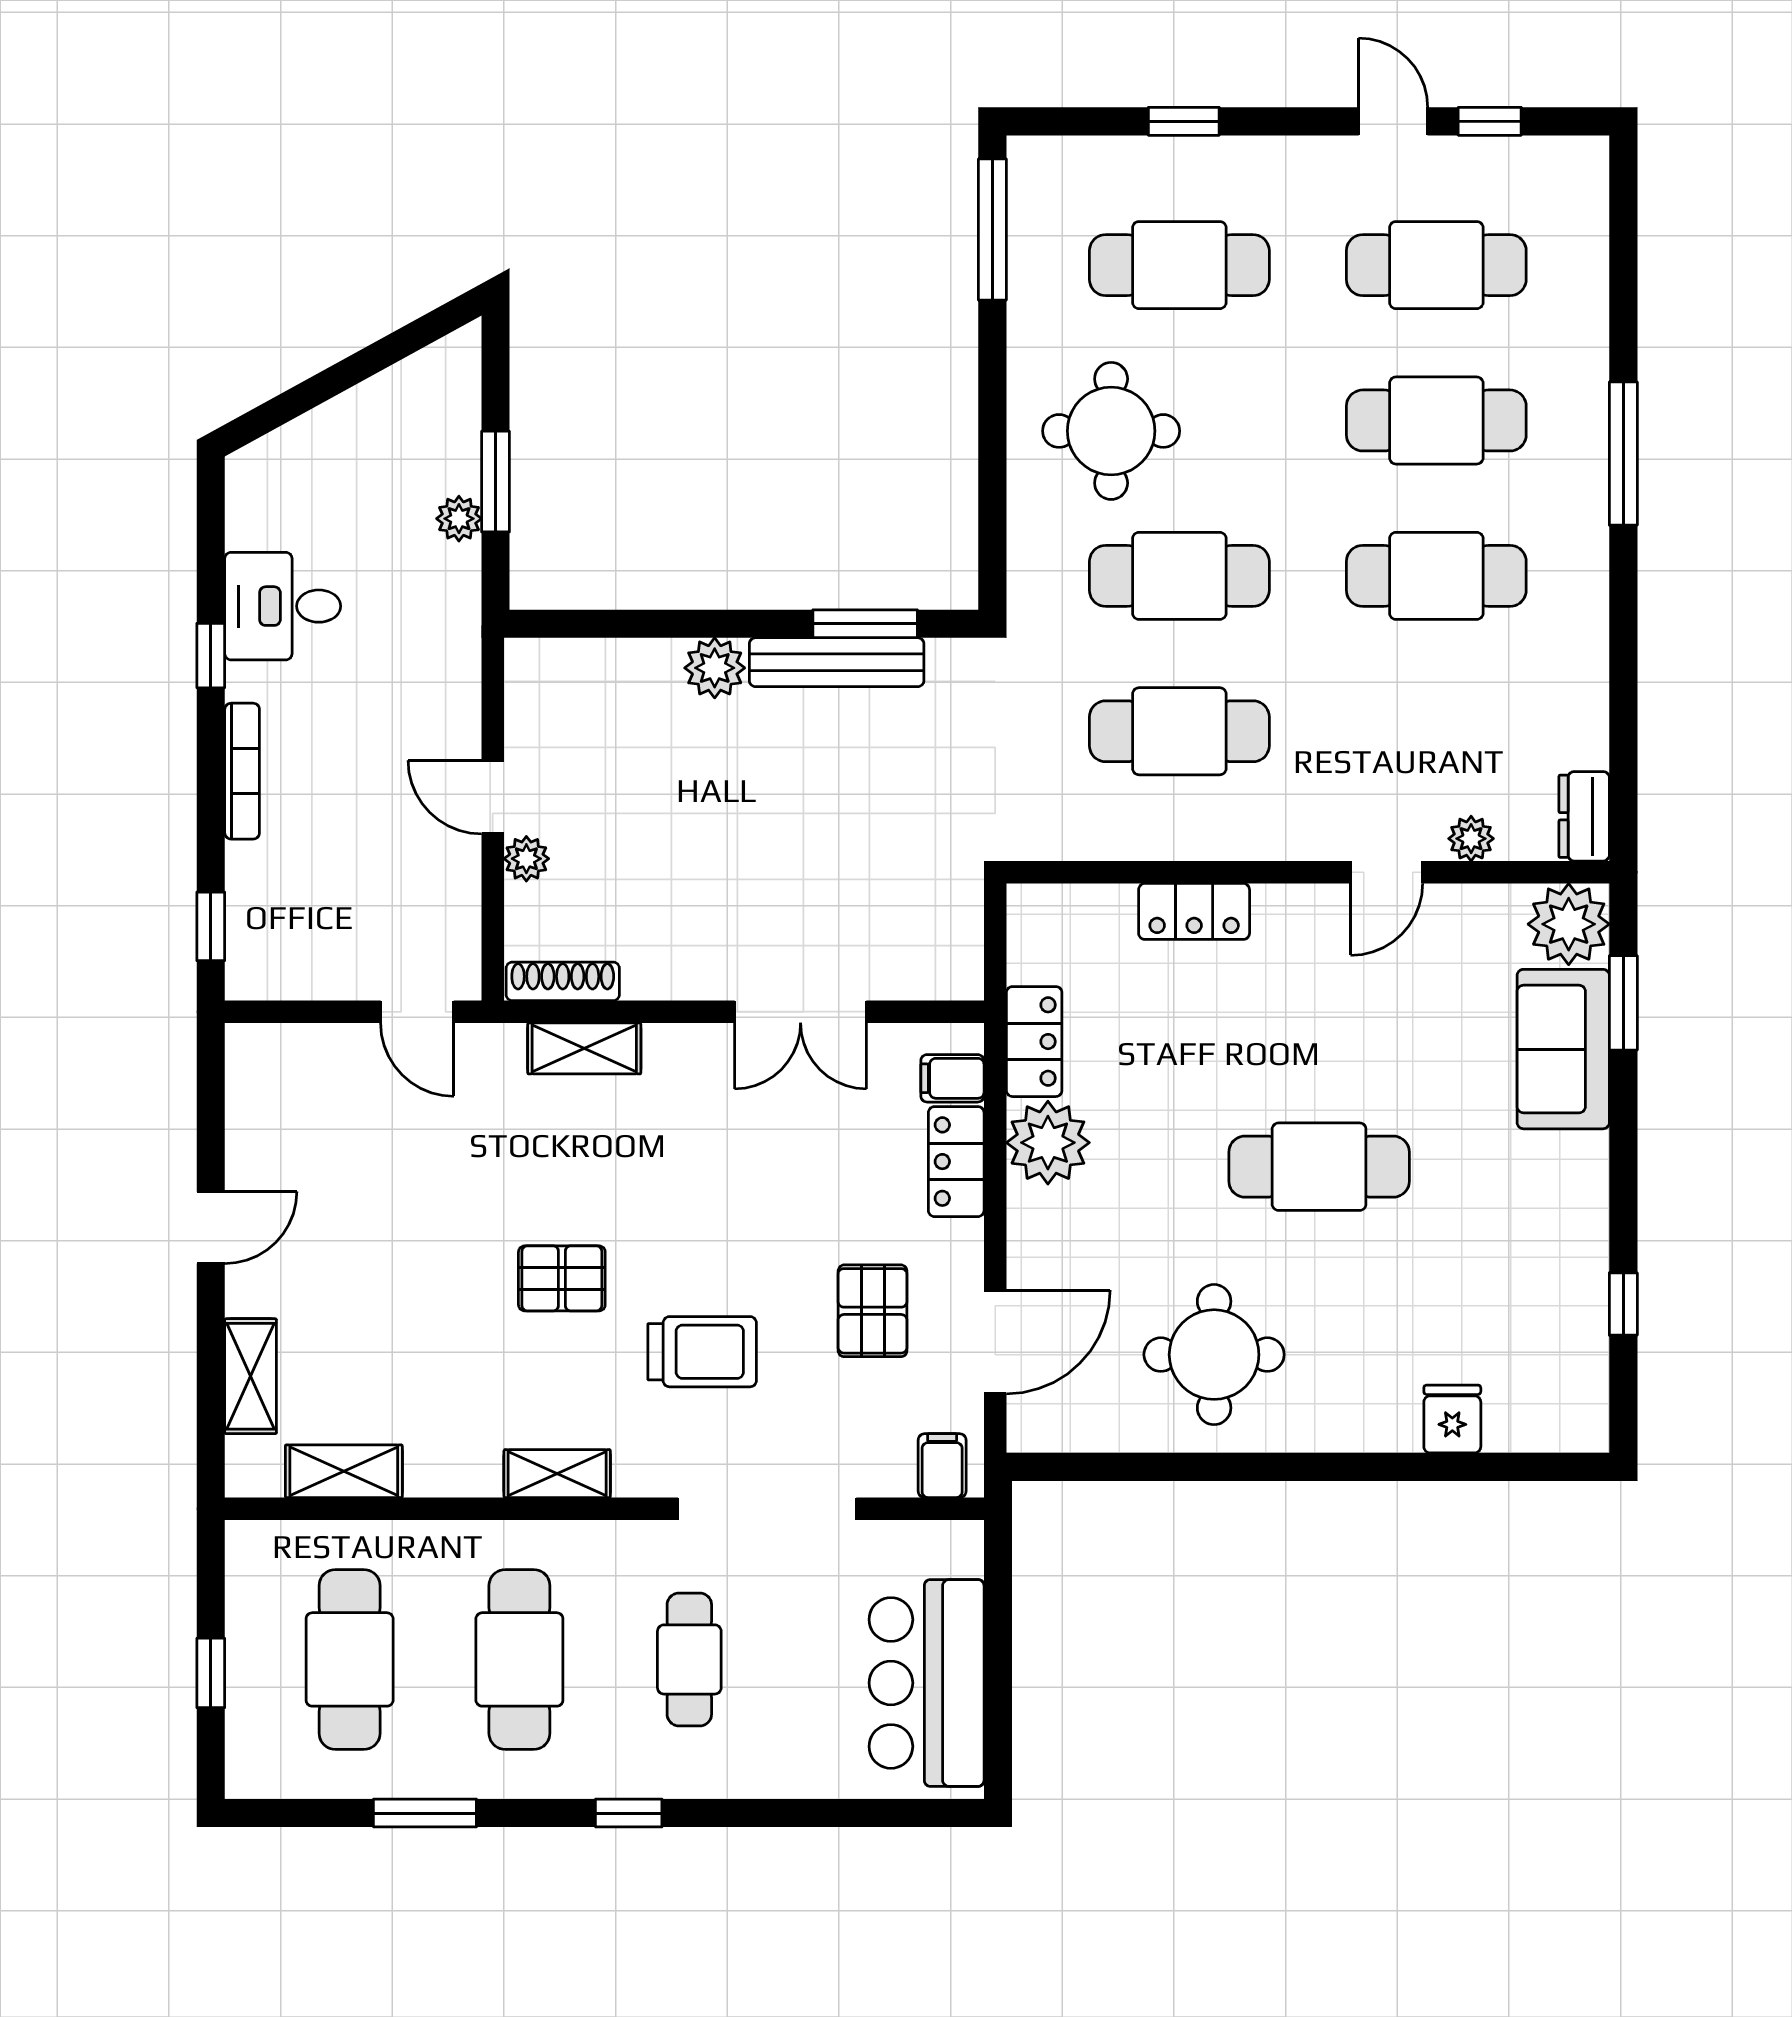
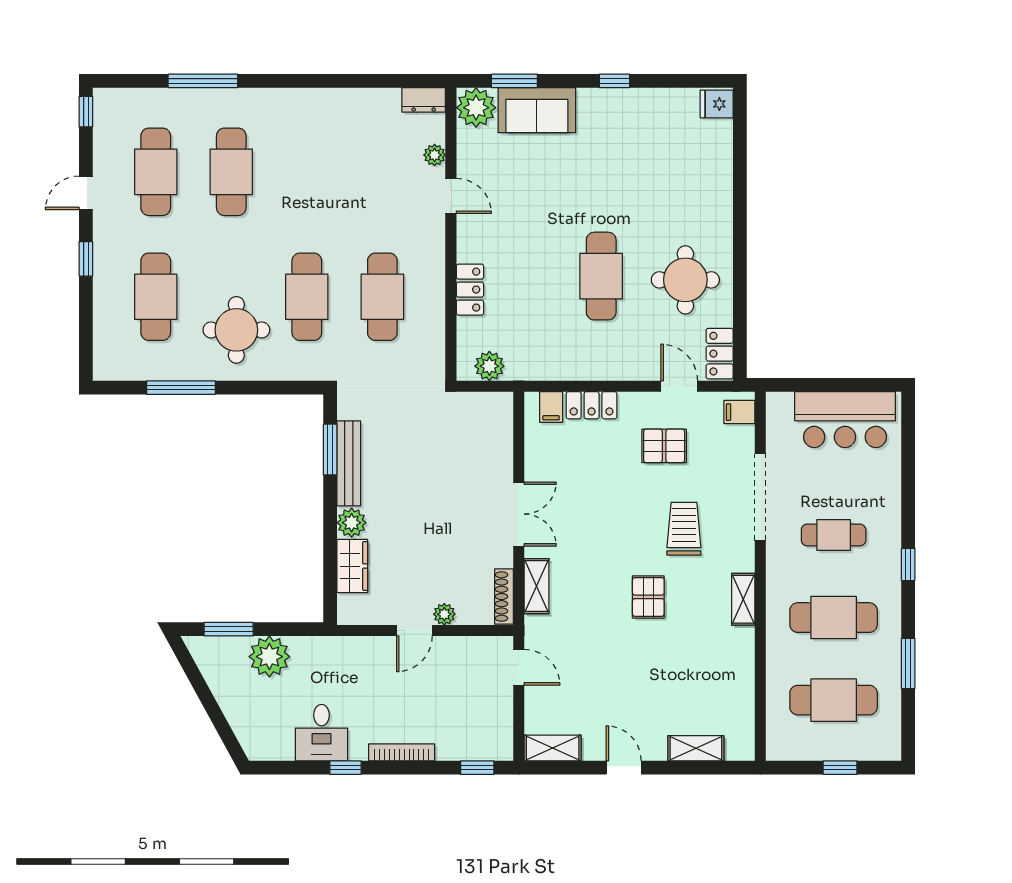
window: (1184, 121) -> (86, 259), moved
window: (1490, 121) -> (86, 112), moved
window: (992, 229) -> (181, 388), moved
window: (1623, 454) -> (203, 81), moved
window: (496, 482) -> (229, 629), moved
plant: (459, 519) -> (269, 657), width x1.87, depth x1.87
cafe table: (1436, 576) -> (307, 172), removed
wardrobe: (625, 669) -> (352, 566), added
door: (417, 1012) -> (519, 667), hinge flipped
double door: (801, 1012) -> (519, 514), moved
locker: (1034, 1042) -> (720, 354), moved, turned -90
plant: (1048, 1143) -> (489, 366), moved, width x0.73, depth x0.73
cafe table: (1319, 1167) -> (601, 276), moved
window: (1623, 1304) -> (615, 81), moved
door: (995, 1342) -> (679, 386), width x0.73
fridge: (1452, 1419) -> (717, 104), moved
shelving: (344, 1471) -> (553, 748), moved, turned 90

